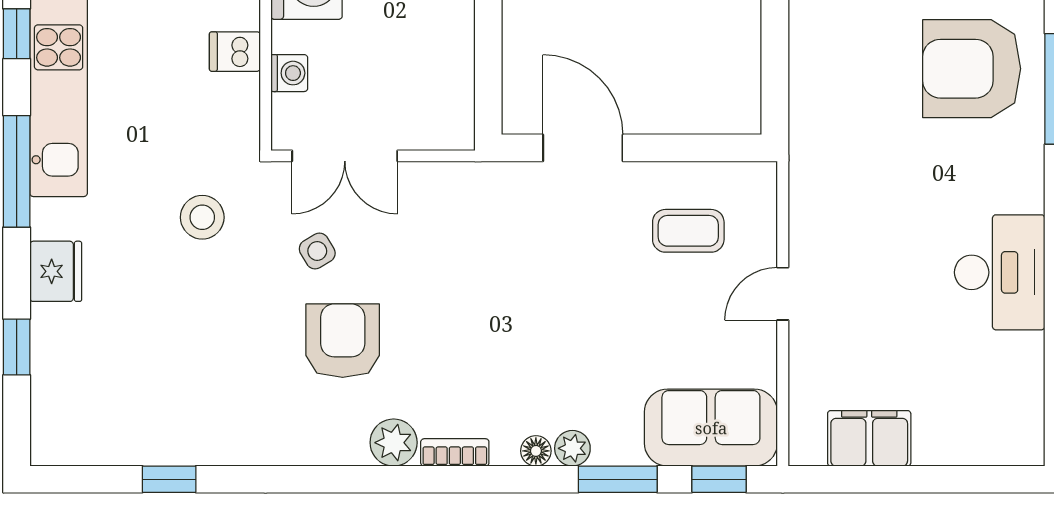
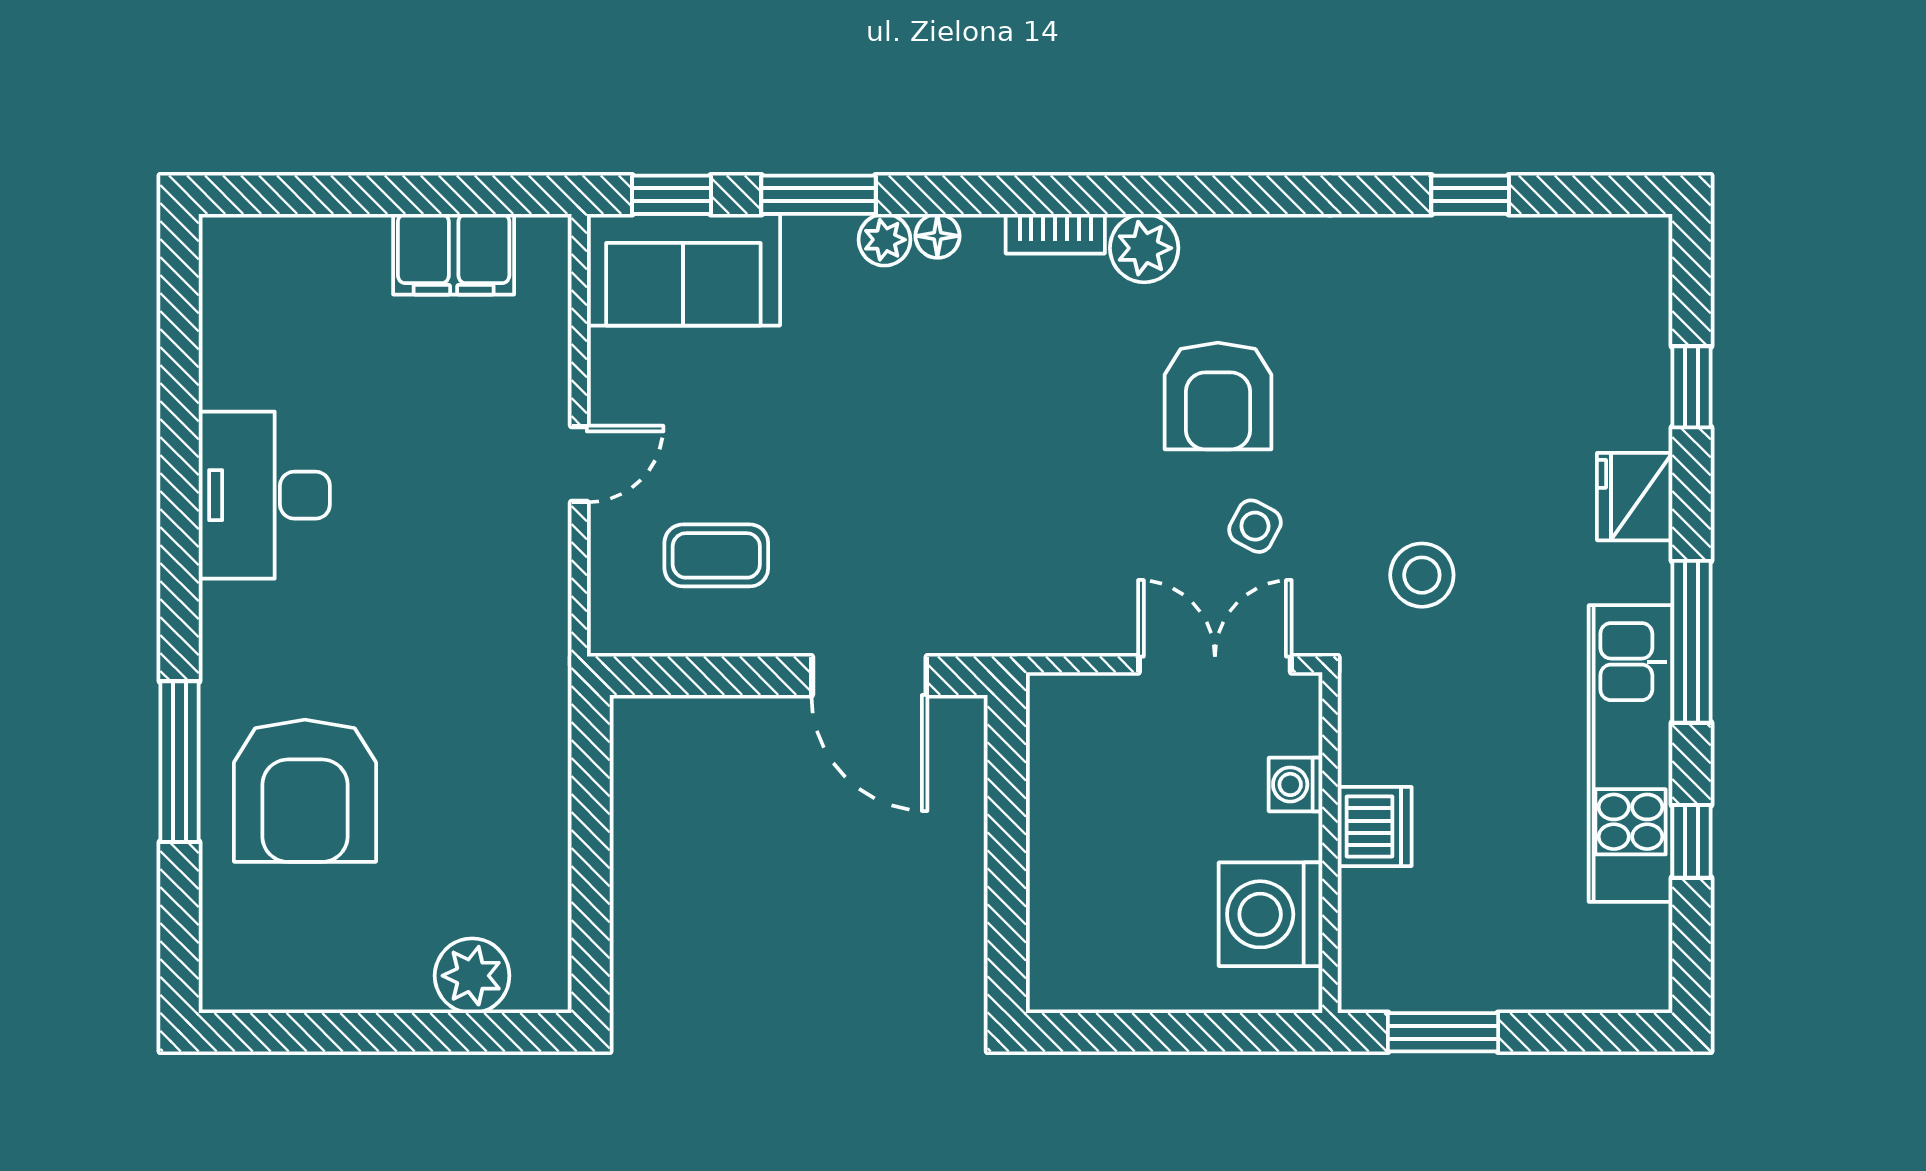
dishwasher: (235, 52) -> (1375, 827), width x1.38
armchair: (972, 69) -> (305, 791), turned 90
side table: (317, 251) -> (1255, 526), turned -31

